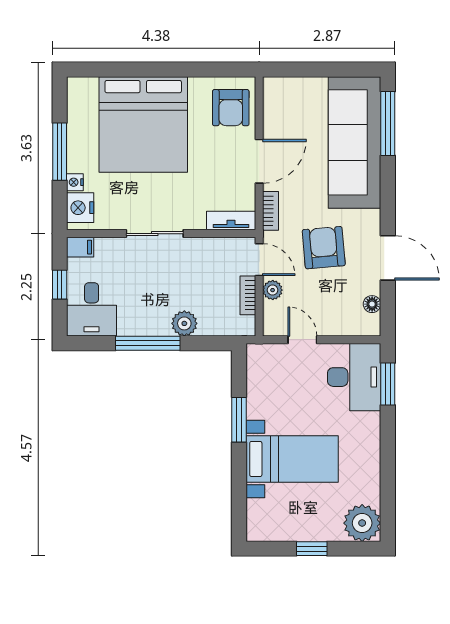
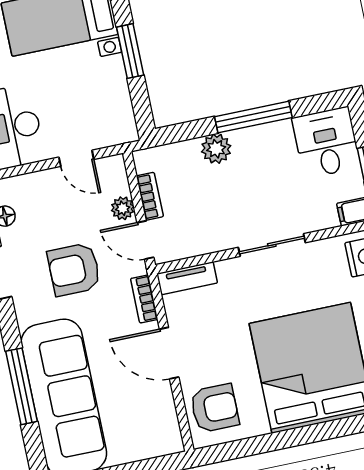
armchair: (231, 108) -> (215, 408), turned 90
window: (388, 123) -> (21, 386), moved
door: (259, 161) -> (169, 353), hinge flipped
armchair: (324, 248) -> (74, 269), turned 95

